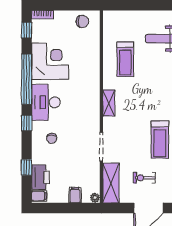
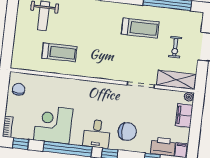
desk: (46, 102) -> (97, 134), width x0.73
shelving: (109, 103) -> (100, 73), removed
chair: (52, 138) -> (127, 132), width x1.87, depth x1.87
filing cabinet: (75, 195) -> (184, 115), width x2.00

